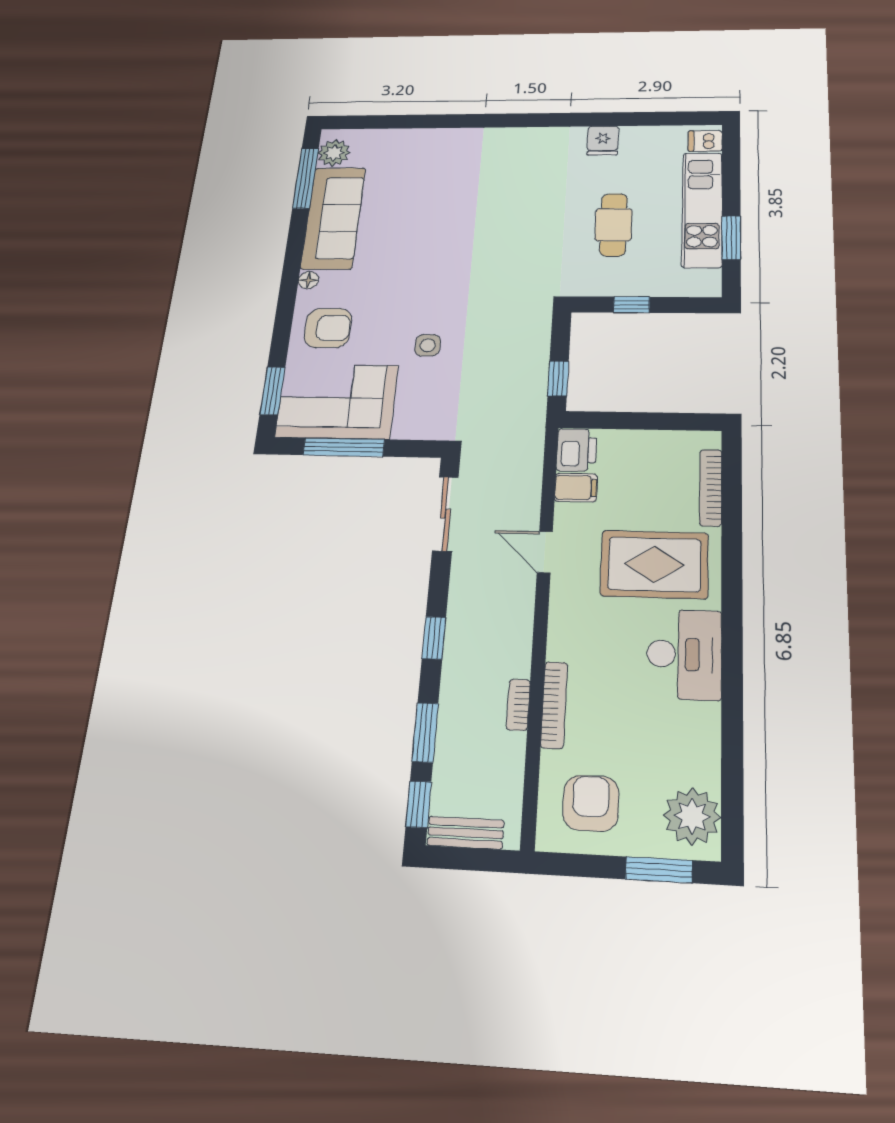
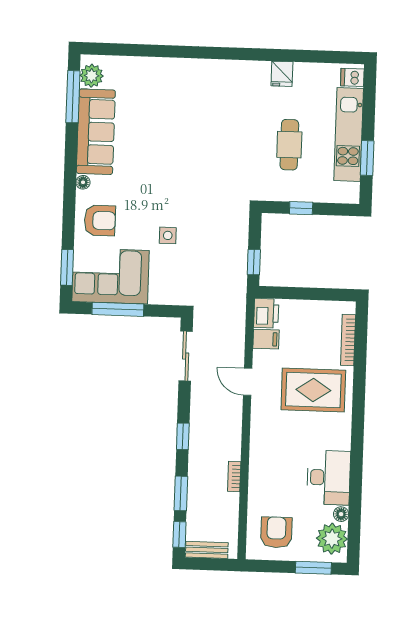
desk: (684, 654) -> (329, 478), moved
bookcase: (554, 705) -> (255, 476), removed
floor lamp: (708, 772) -> (341, 514), added

